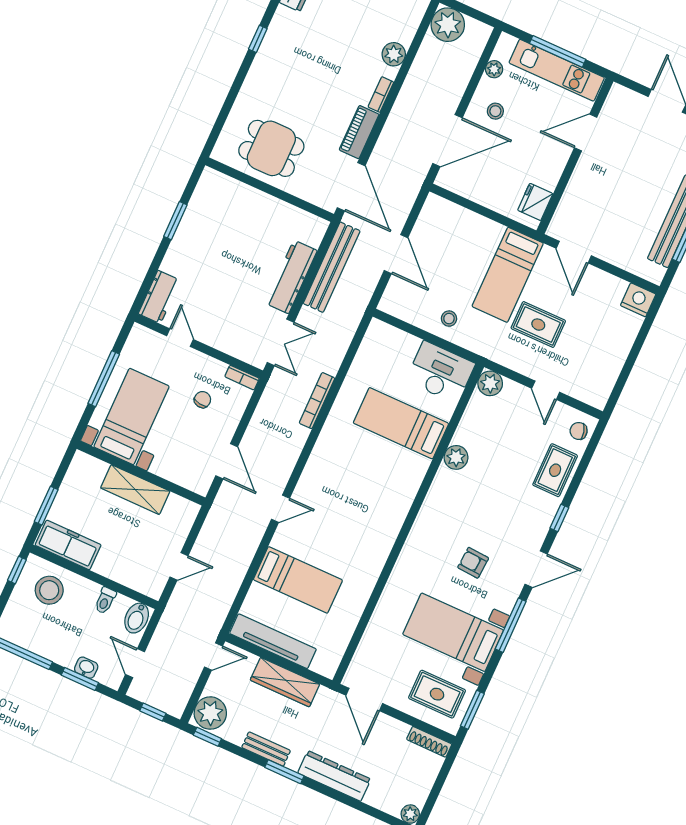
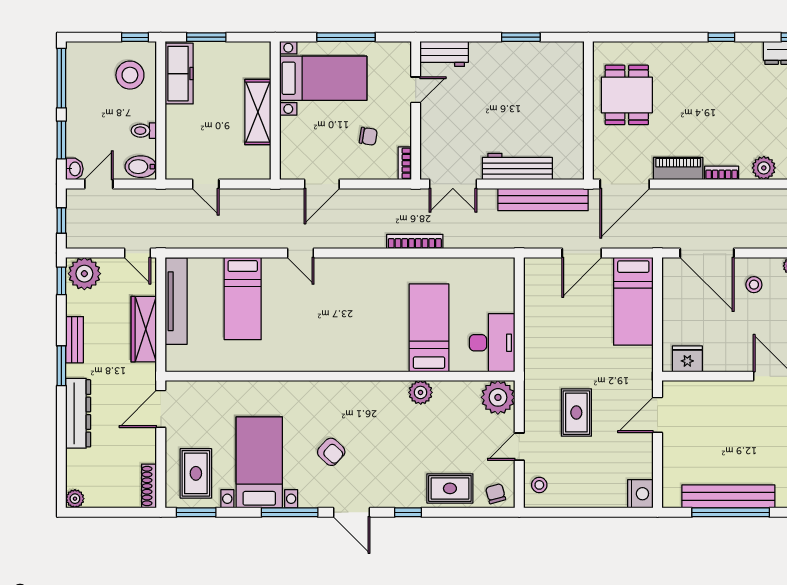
bed: (508, 275) -> (633, 301), moved, turned -90
stool: (449, 319) -> (539, 485), moved
plant: (490, 383) -> (498, 397), width x1.36, depth x1.36
armchair: (473, 563) -> (331, 452), turned 129
washbasin: (86, 668) -> (74, 169), moved

